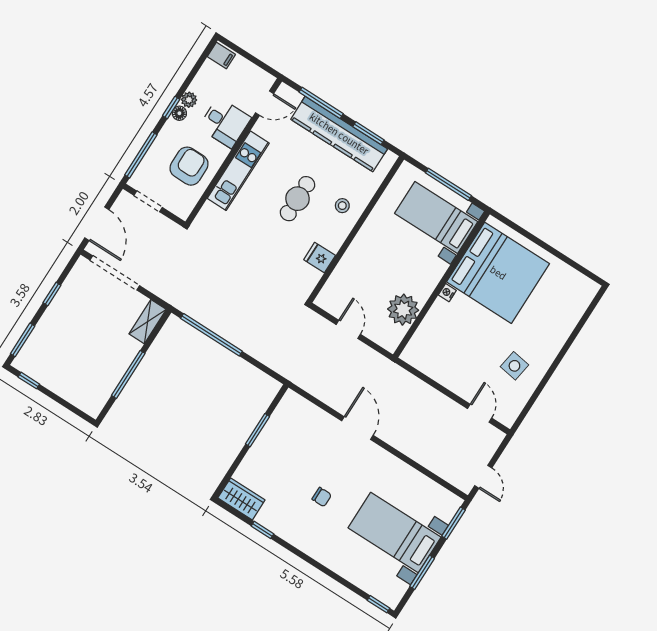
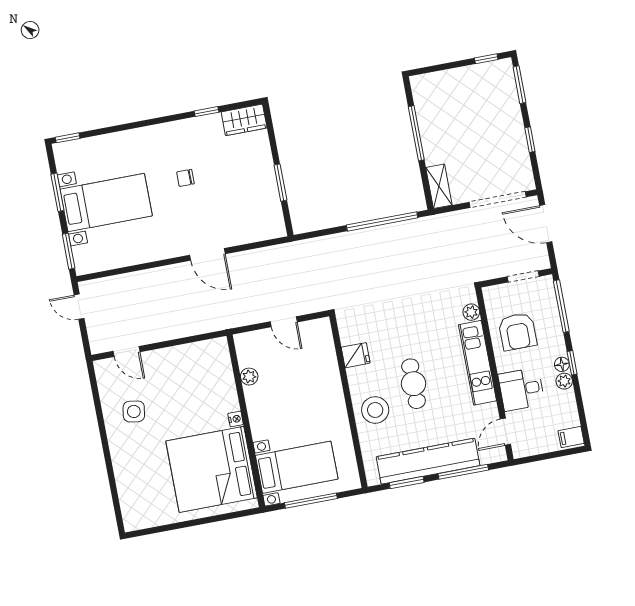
stool: (342, 206) -> (375, 410), width x1.89, depth x1.89
plant: (209, 211) -> (471, 312), added
plant: (403, 310) -> (249, 377), width x0.53, depth x0.53

